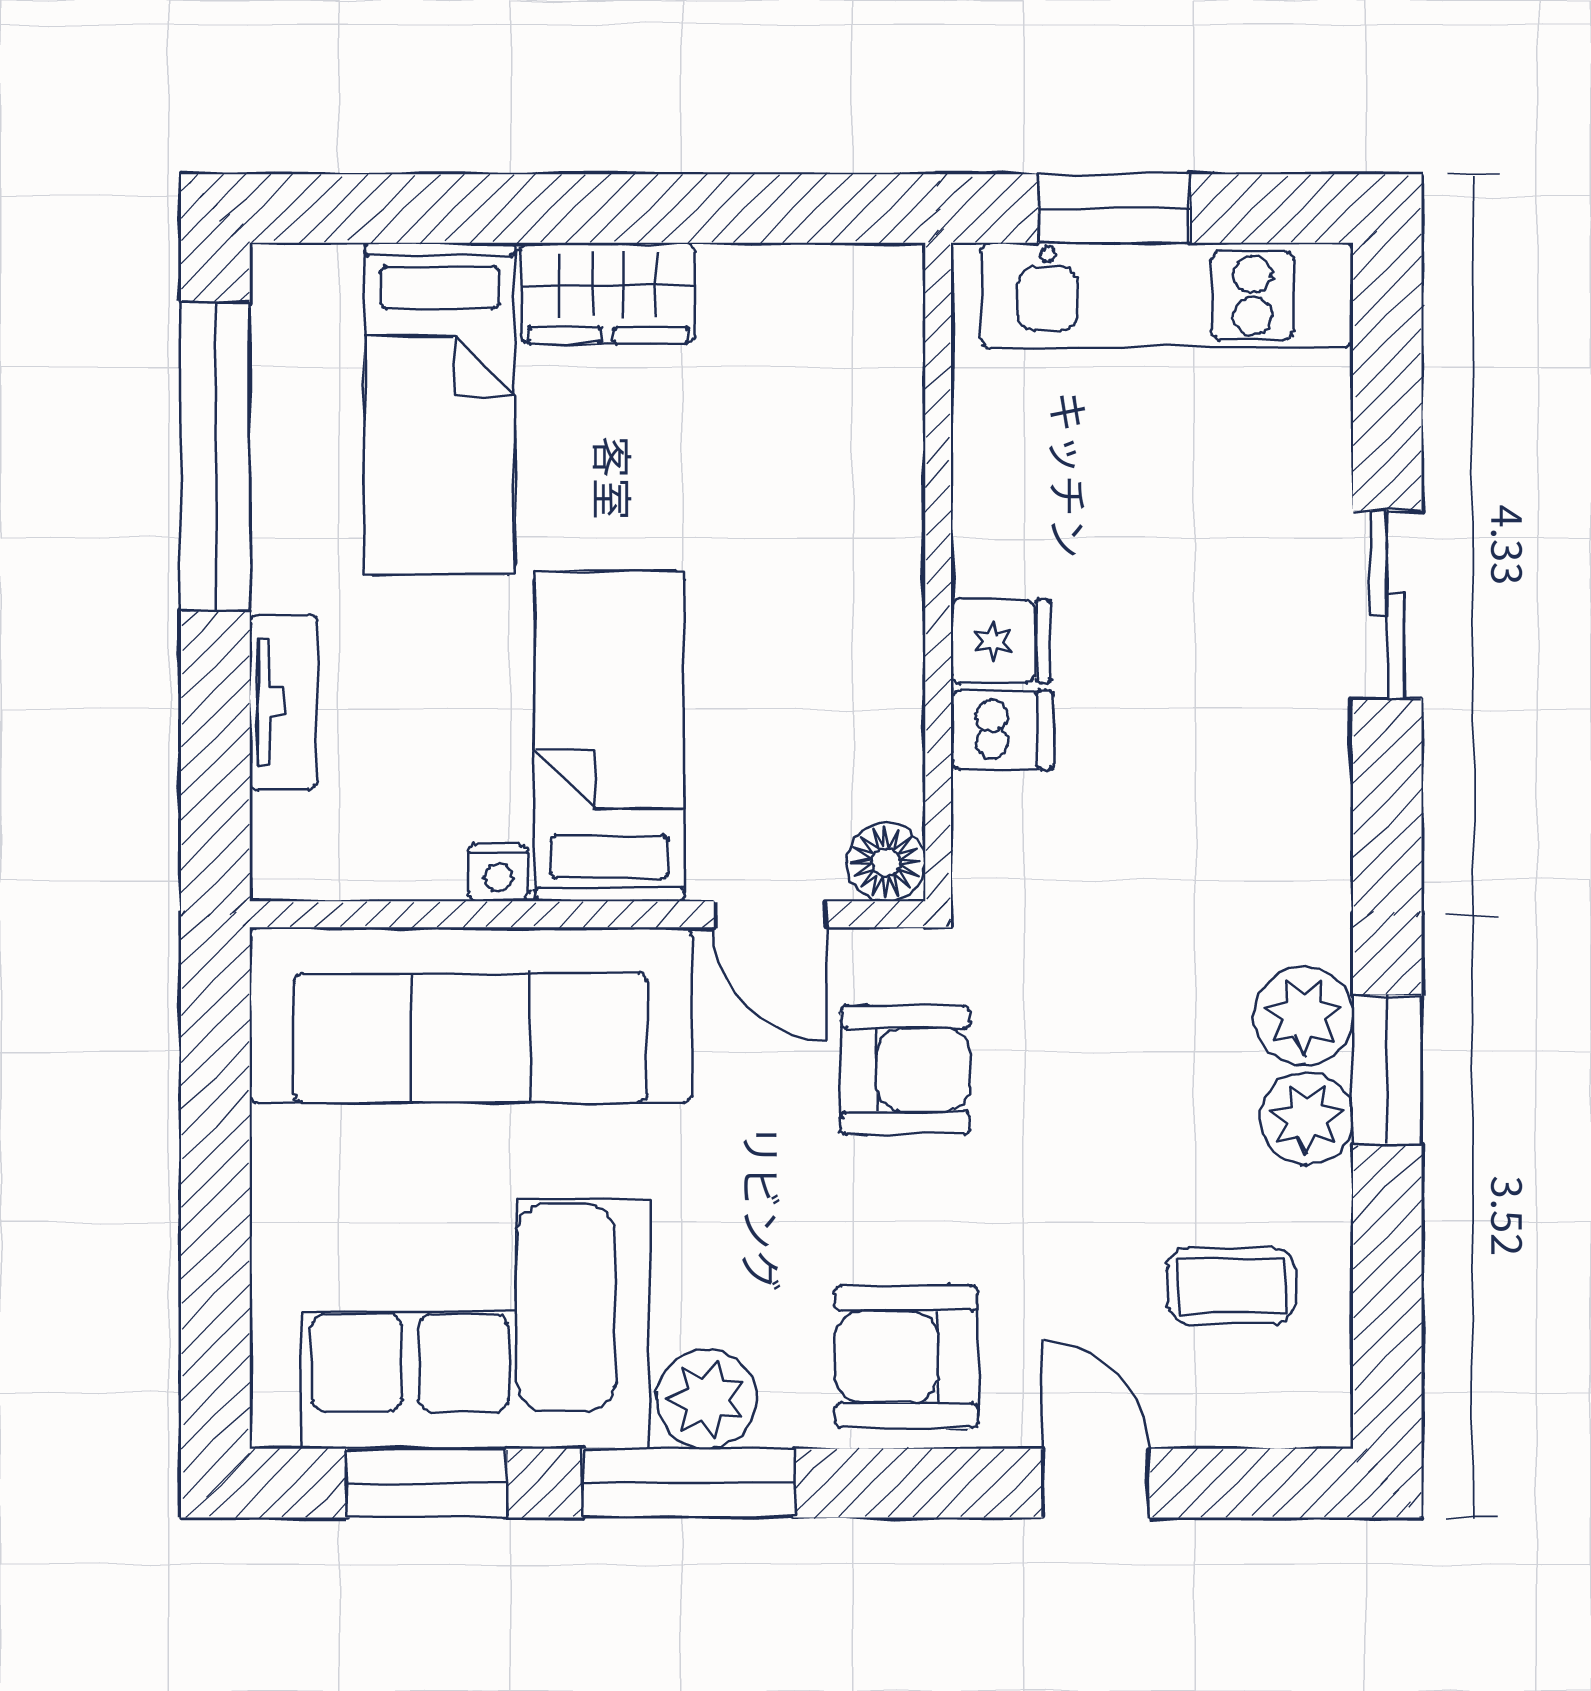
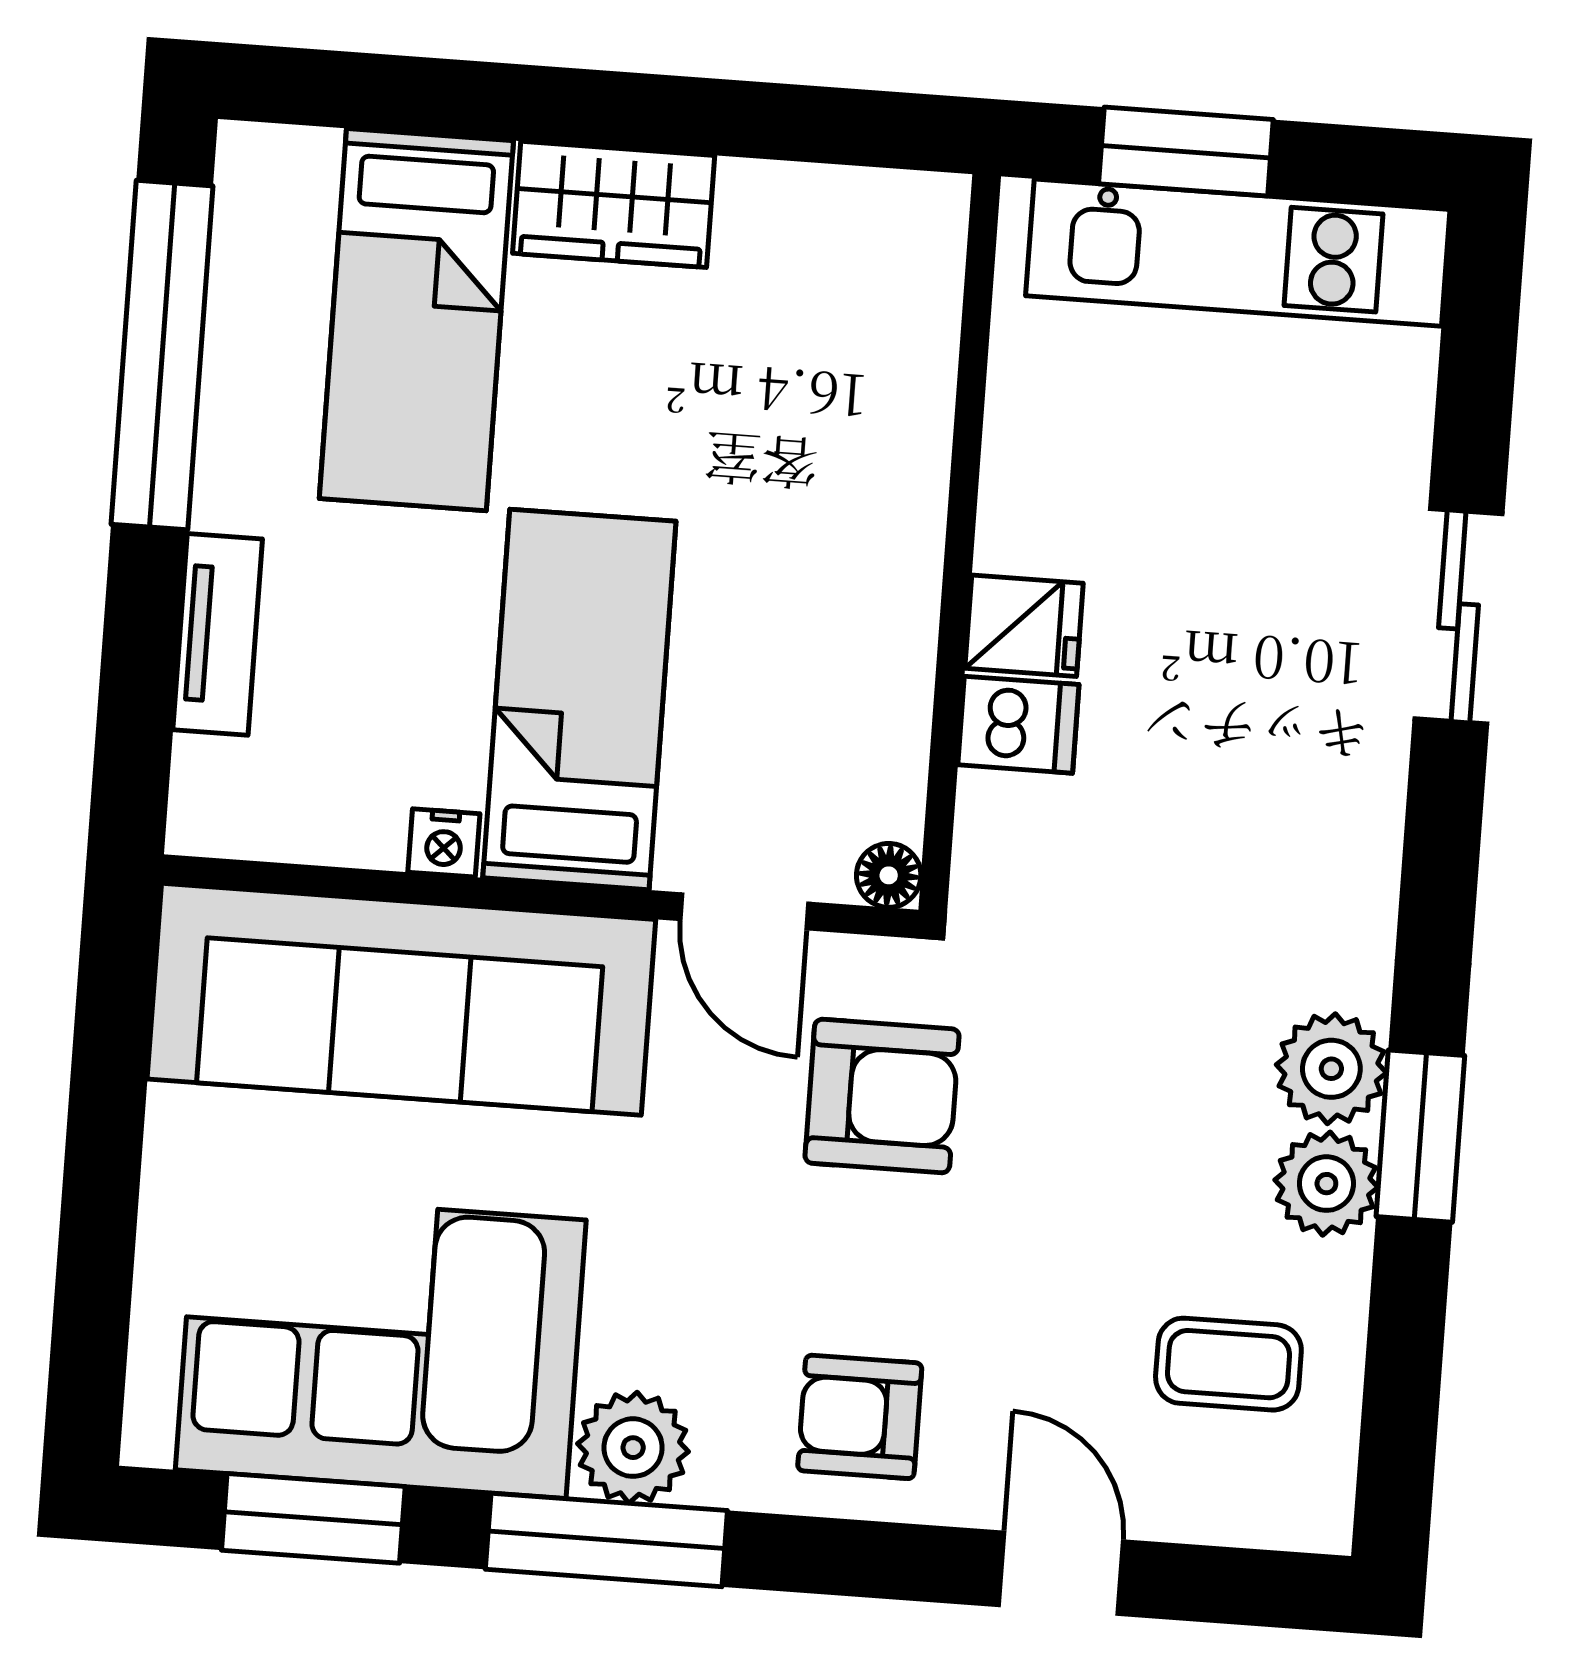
floor lamp: (886, 862) -> (889, 875), width x0.73, depth x0.73
armchair: (906, 1357) -> (860, 1417), width x0.72, depth x0.72

